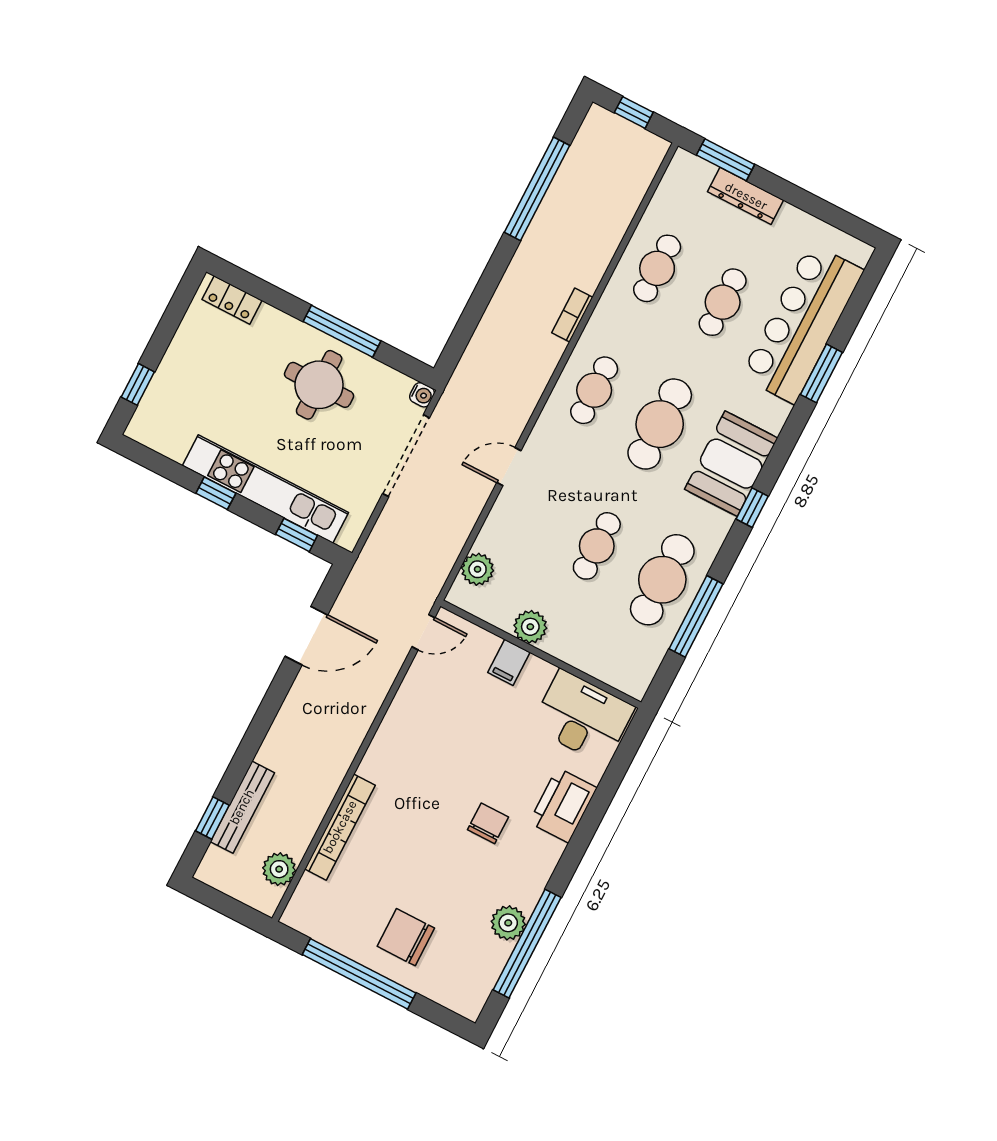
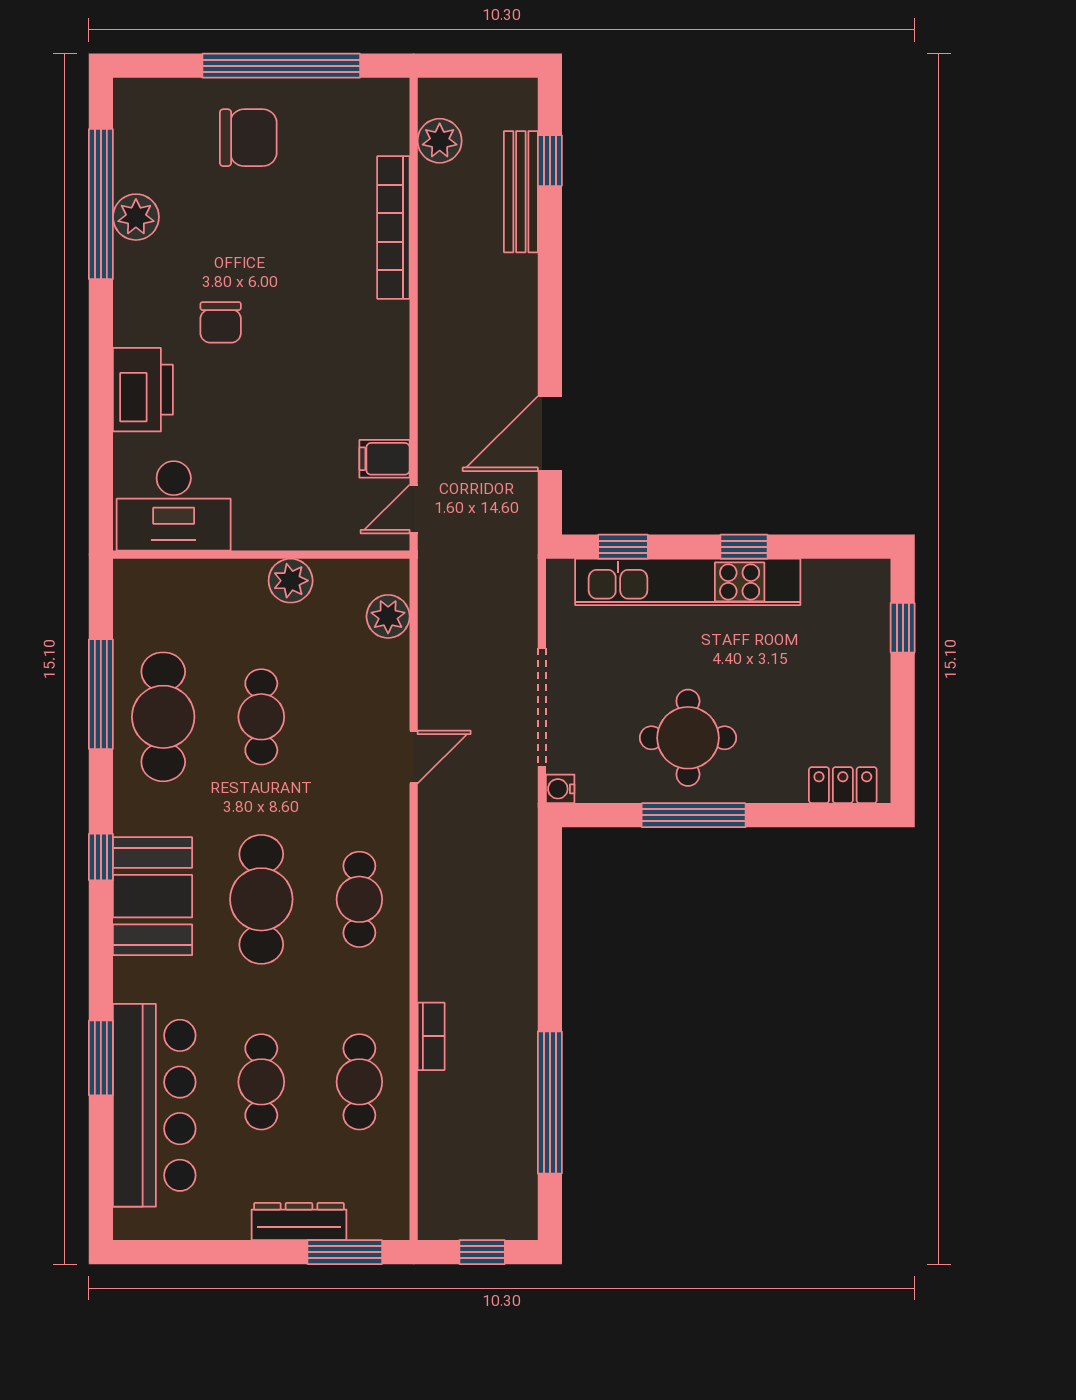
bookcase: (572, 315) -> (431, 1036), moved
filing cabinet: (509, 662) -> (384, 459), moved, turned -90

